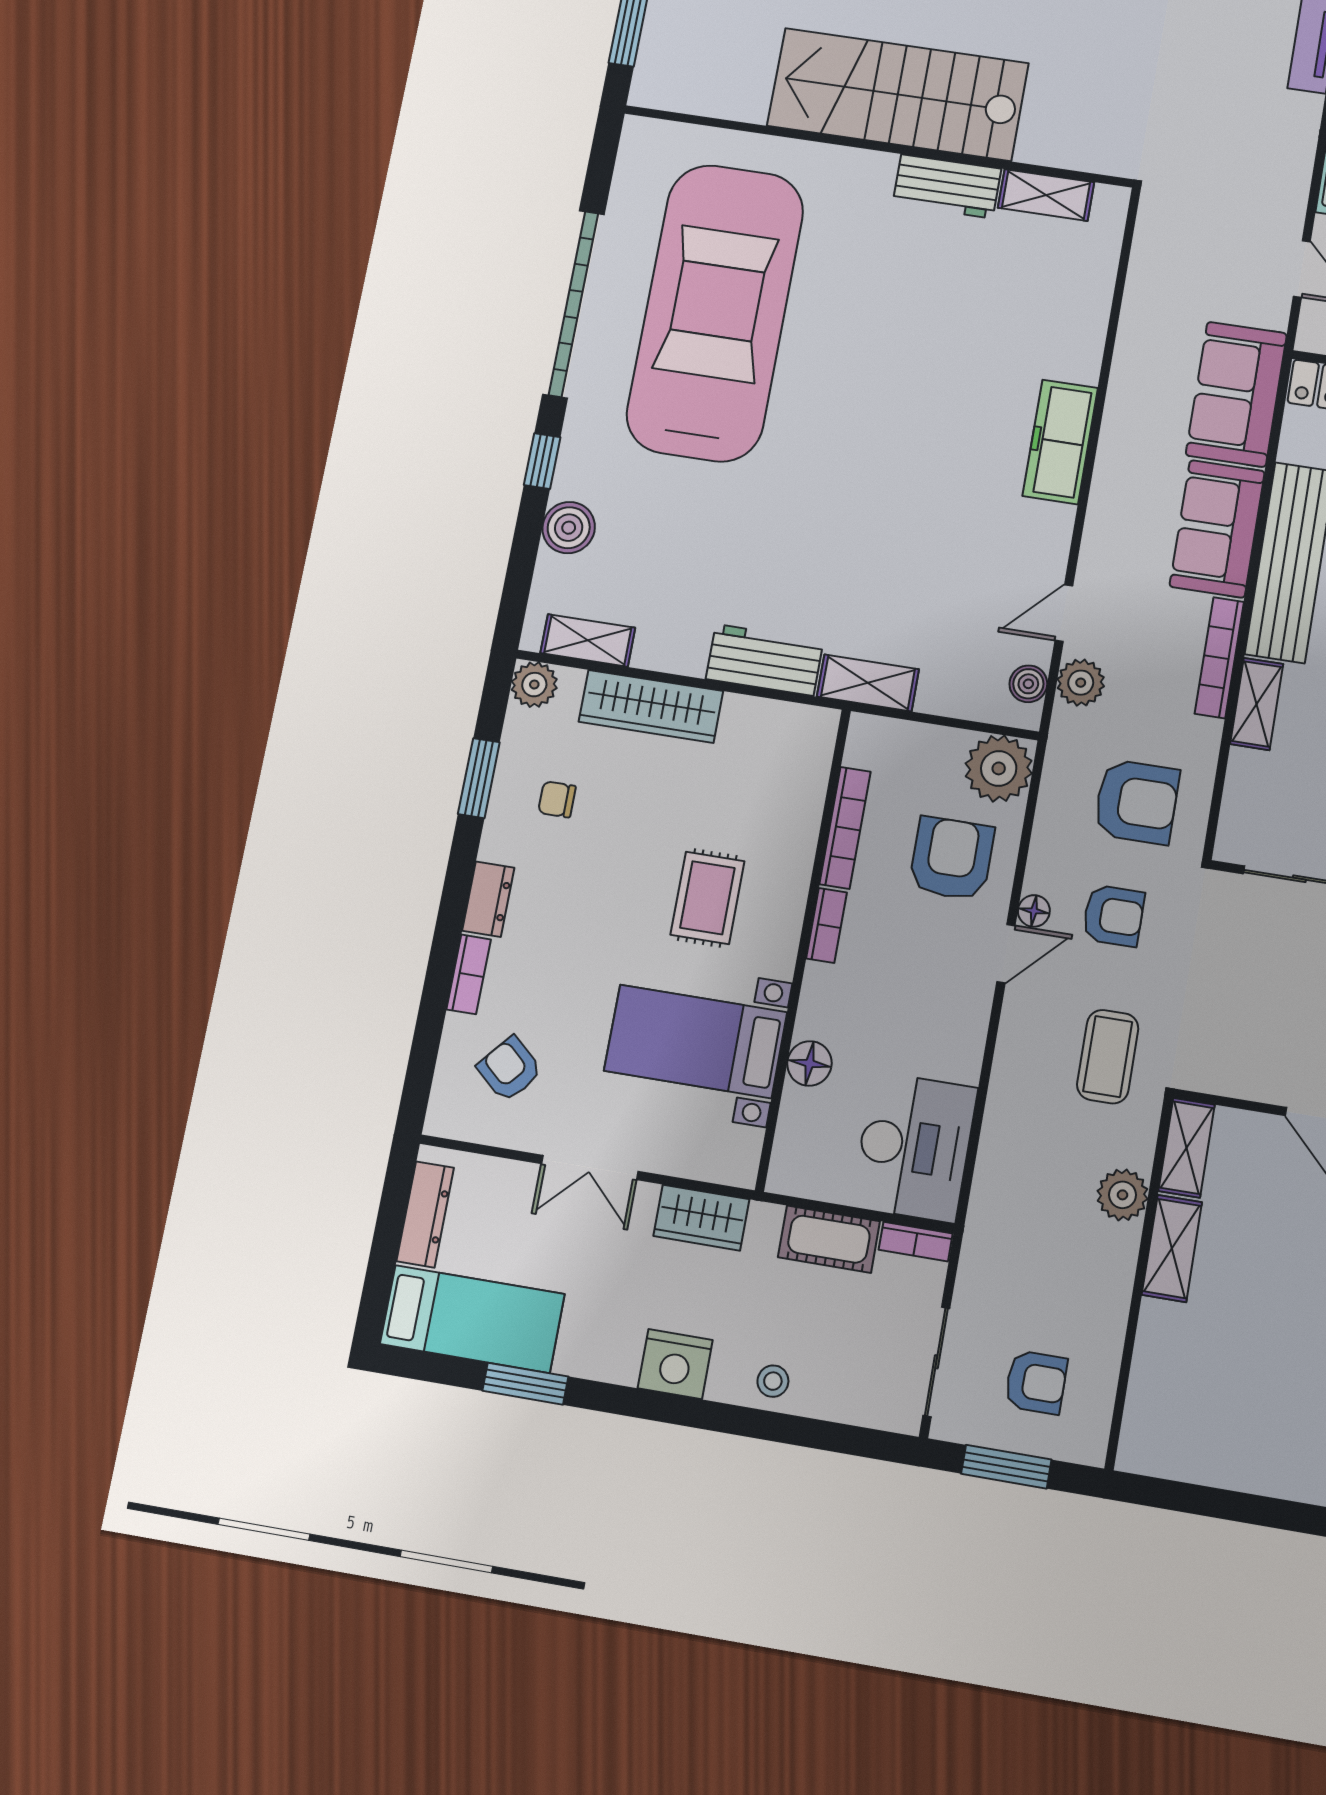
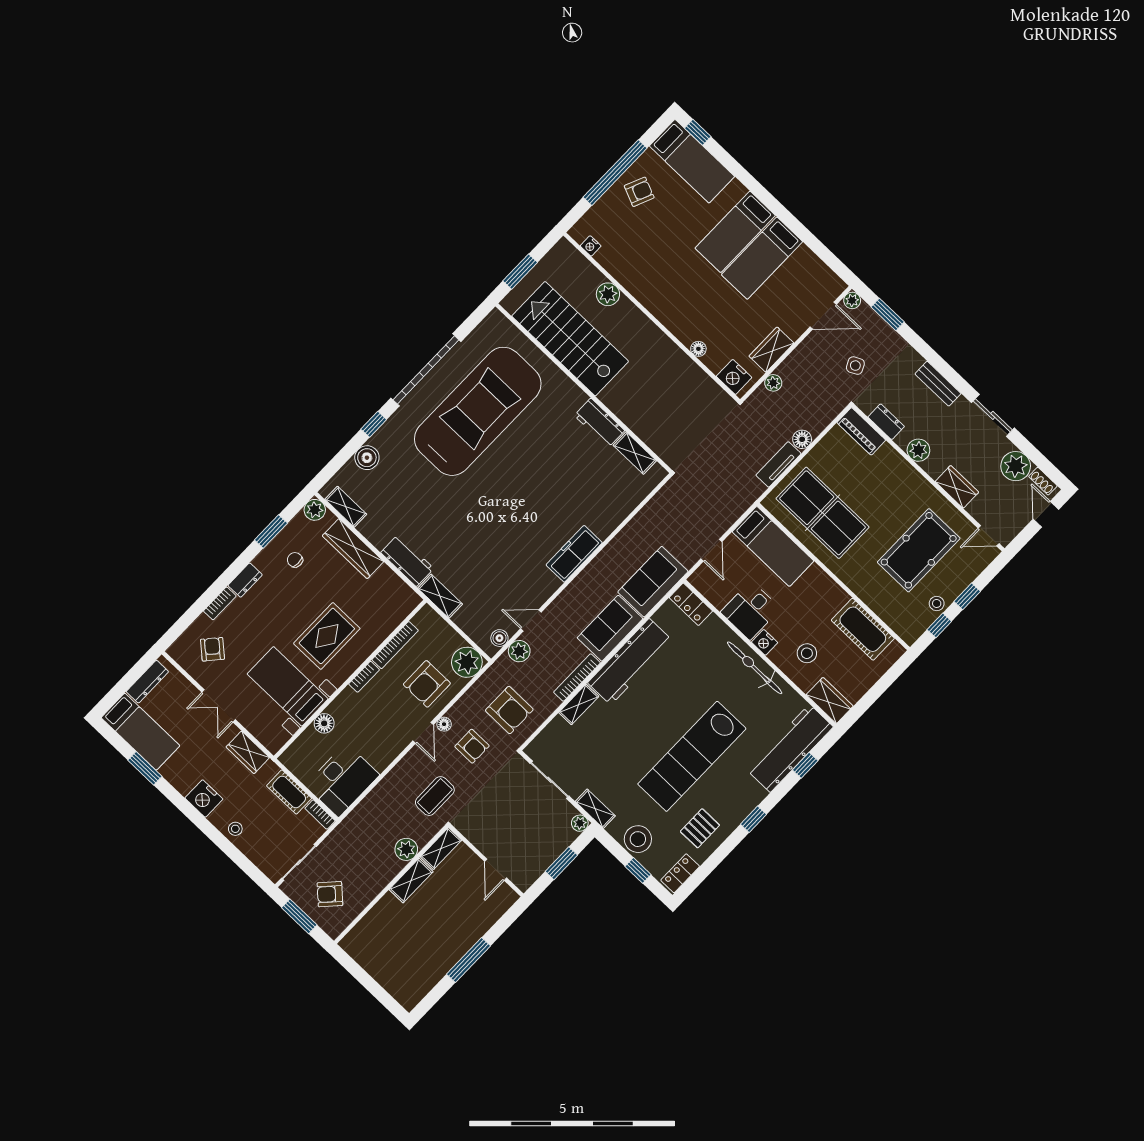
stairs: (898, 94) -> (570, 339), moved
armchair: (952, 859) -> (427, 684), turned 180
rug: (707, 898) -> (327, 636), width x1.36, depth x1.43
door: (1006, 954) -> (423, 733), hinge flipped
armchair: (1036, 1382) -> (330, 894), turned 133

